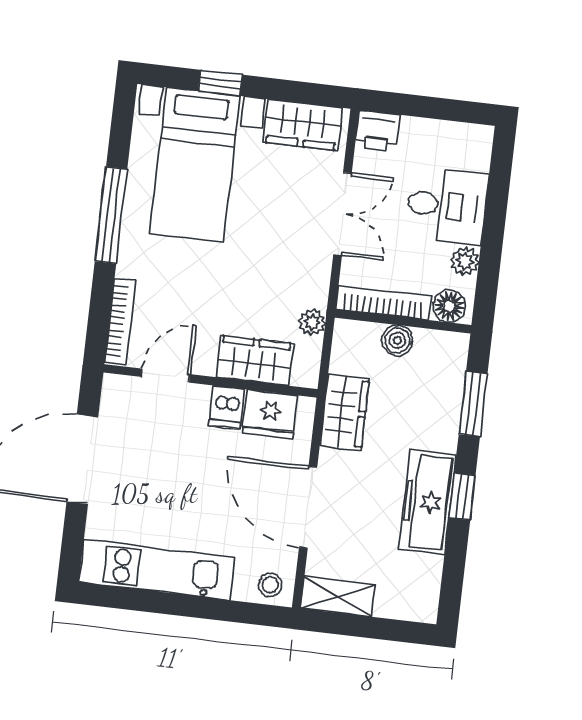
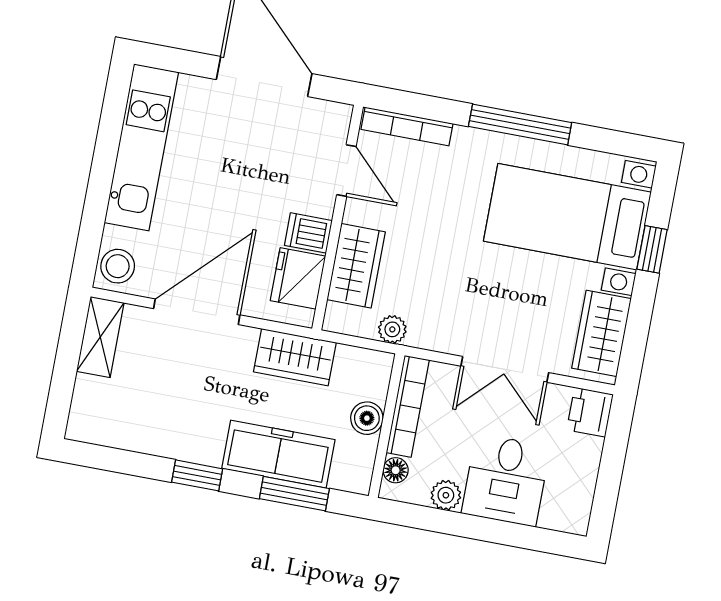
floor lamp: (449, 306) -> (396, 470), width x0.73, depth x0.73
freezer: (427, 502) -> (278, 454), moved
stool: (270, 585) -> (118, 266), width x1.37, depth x1.37

